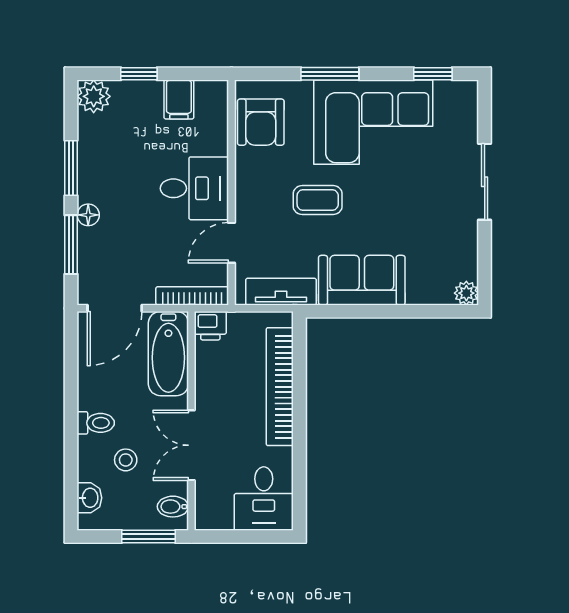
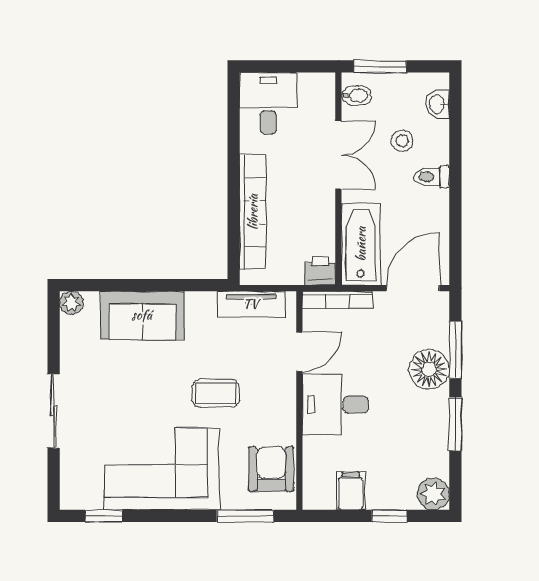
window: (330, 74) -> (245, 516), moved
floor lamp: (88, 215) -> (429, 369), width x1.89, depth x1.89
sofa: (362, 280) -> (142, 315), moved

